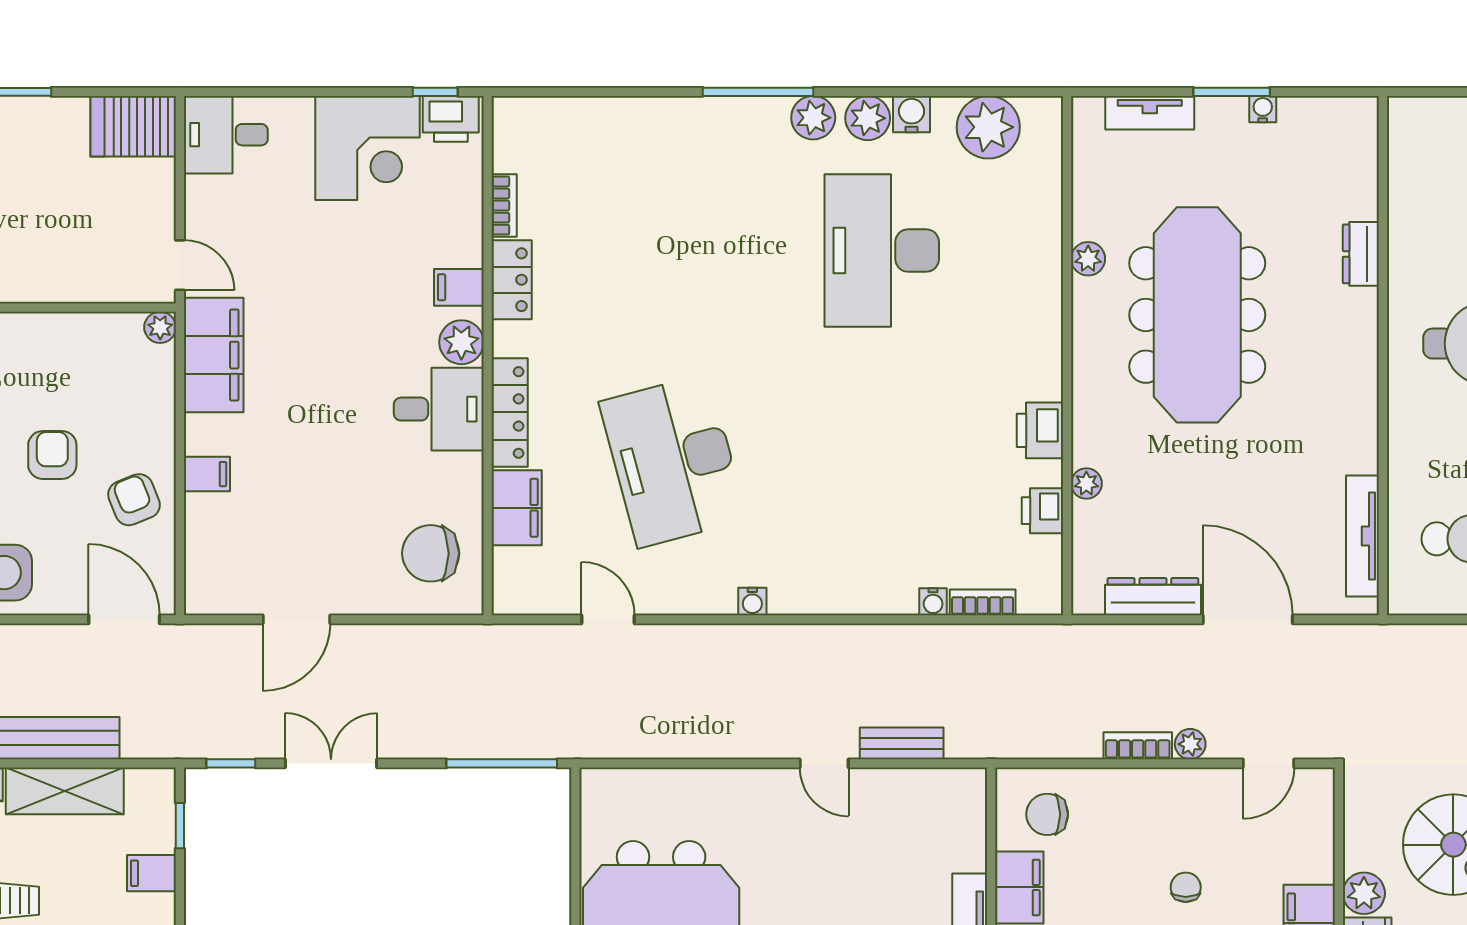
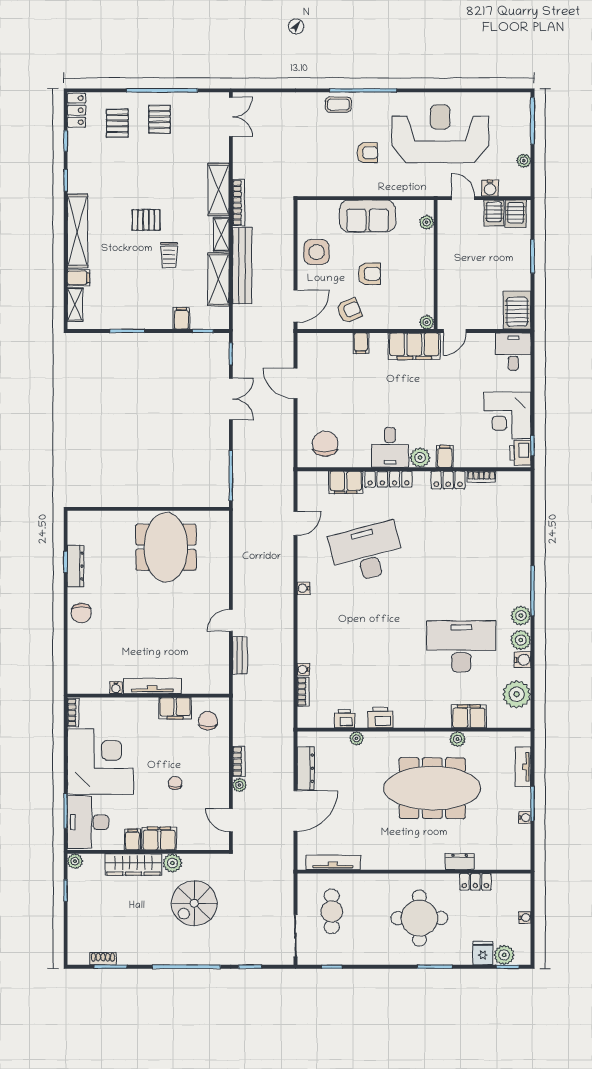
locker: (1406, 219) -> (475, 882), added
filing cabinet: (1038, 233) -> (469, 716), added
chair: (1186, 887) -> (175, 783), turned -90

